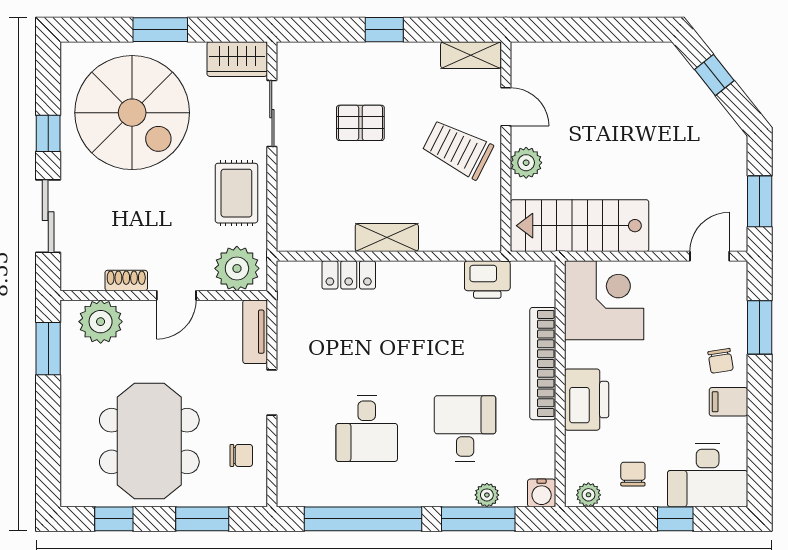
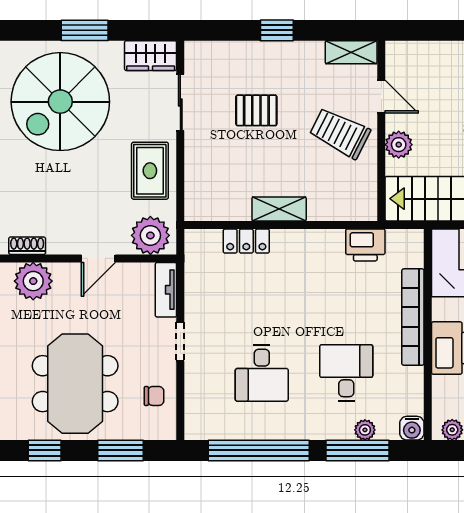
spiral stairs: (132, 113) -> (60, 102), turned 90
shoe rack: (126, 280) -> (27, 246), moved

